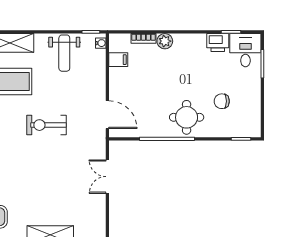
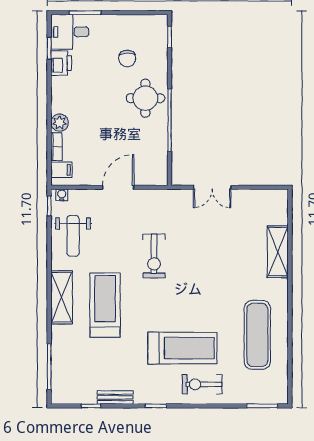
weight bench: (64, 53) -> (73, 236), turned 90
filing cabinet: (118, 60) -> (61, 170), moved, turned 90
door: (107, 115) -> (118, 187), moved

